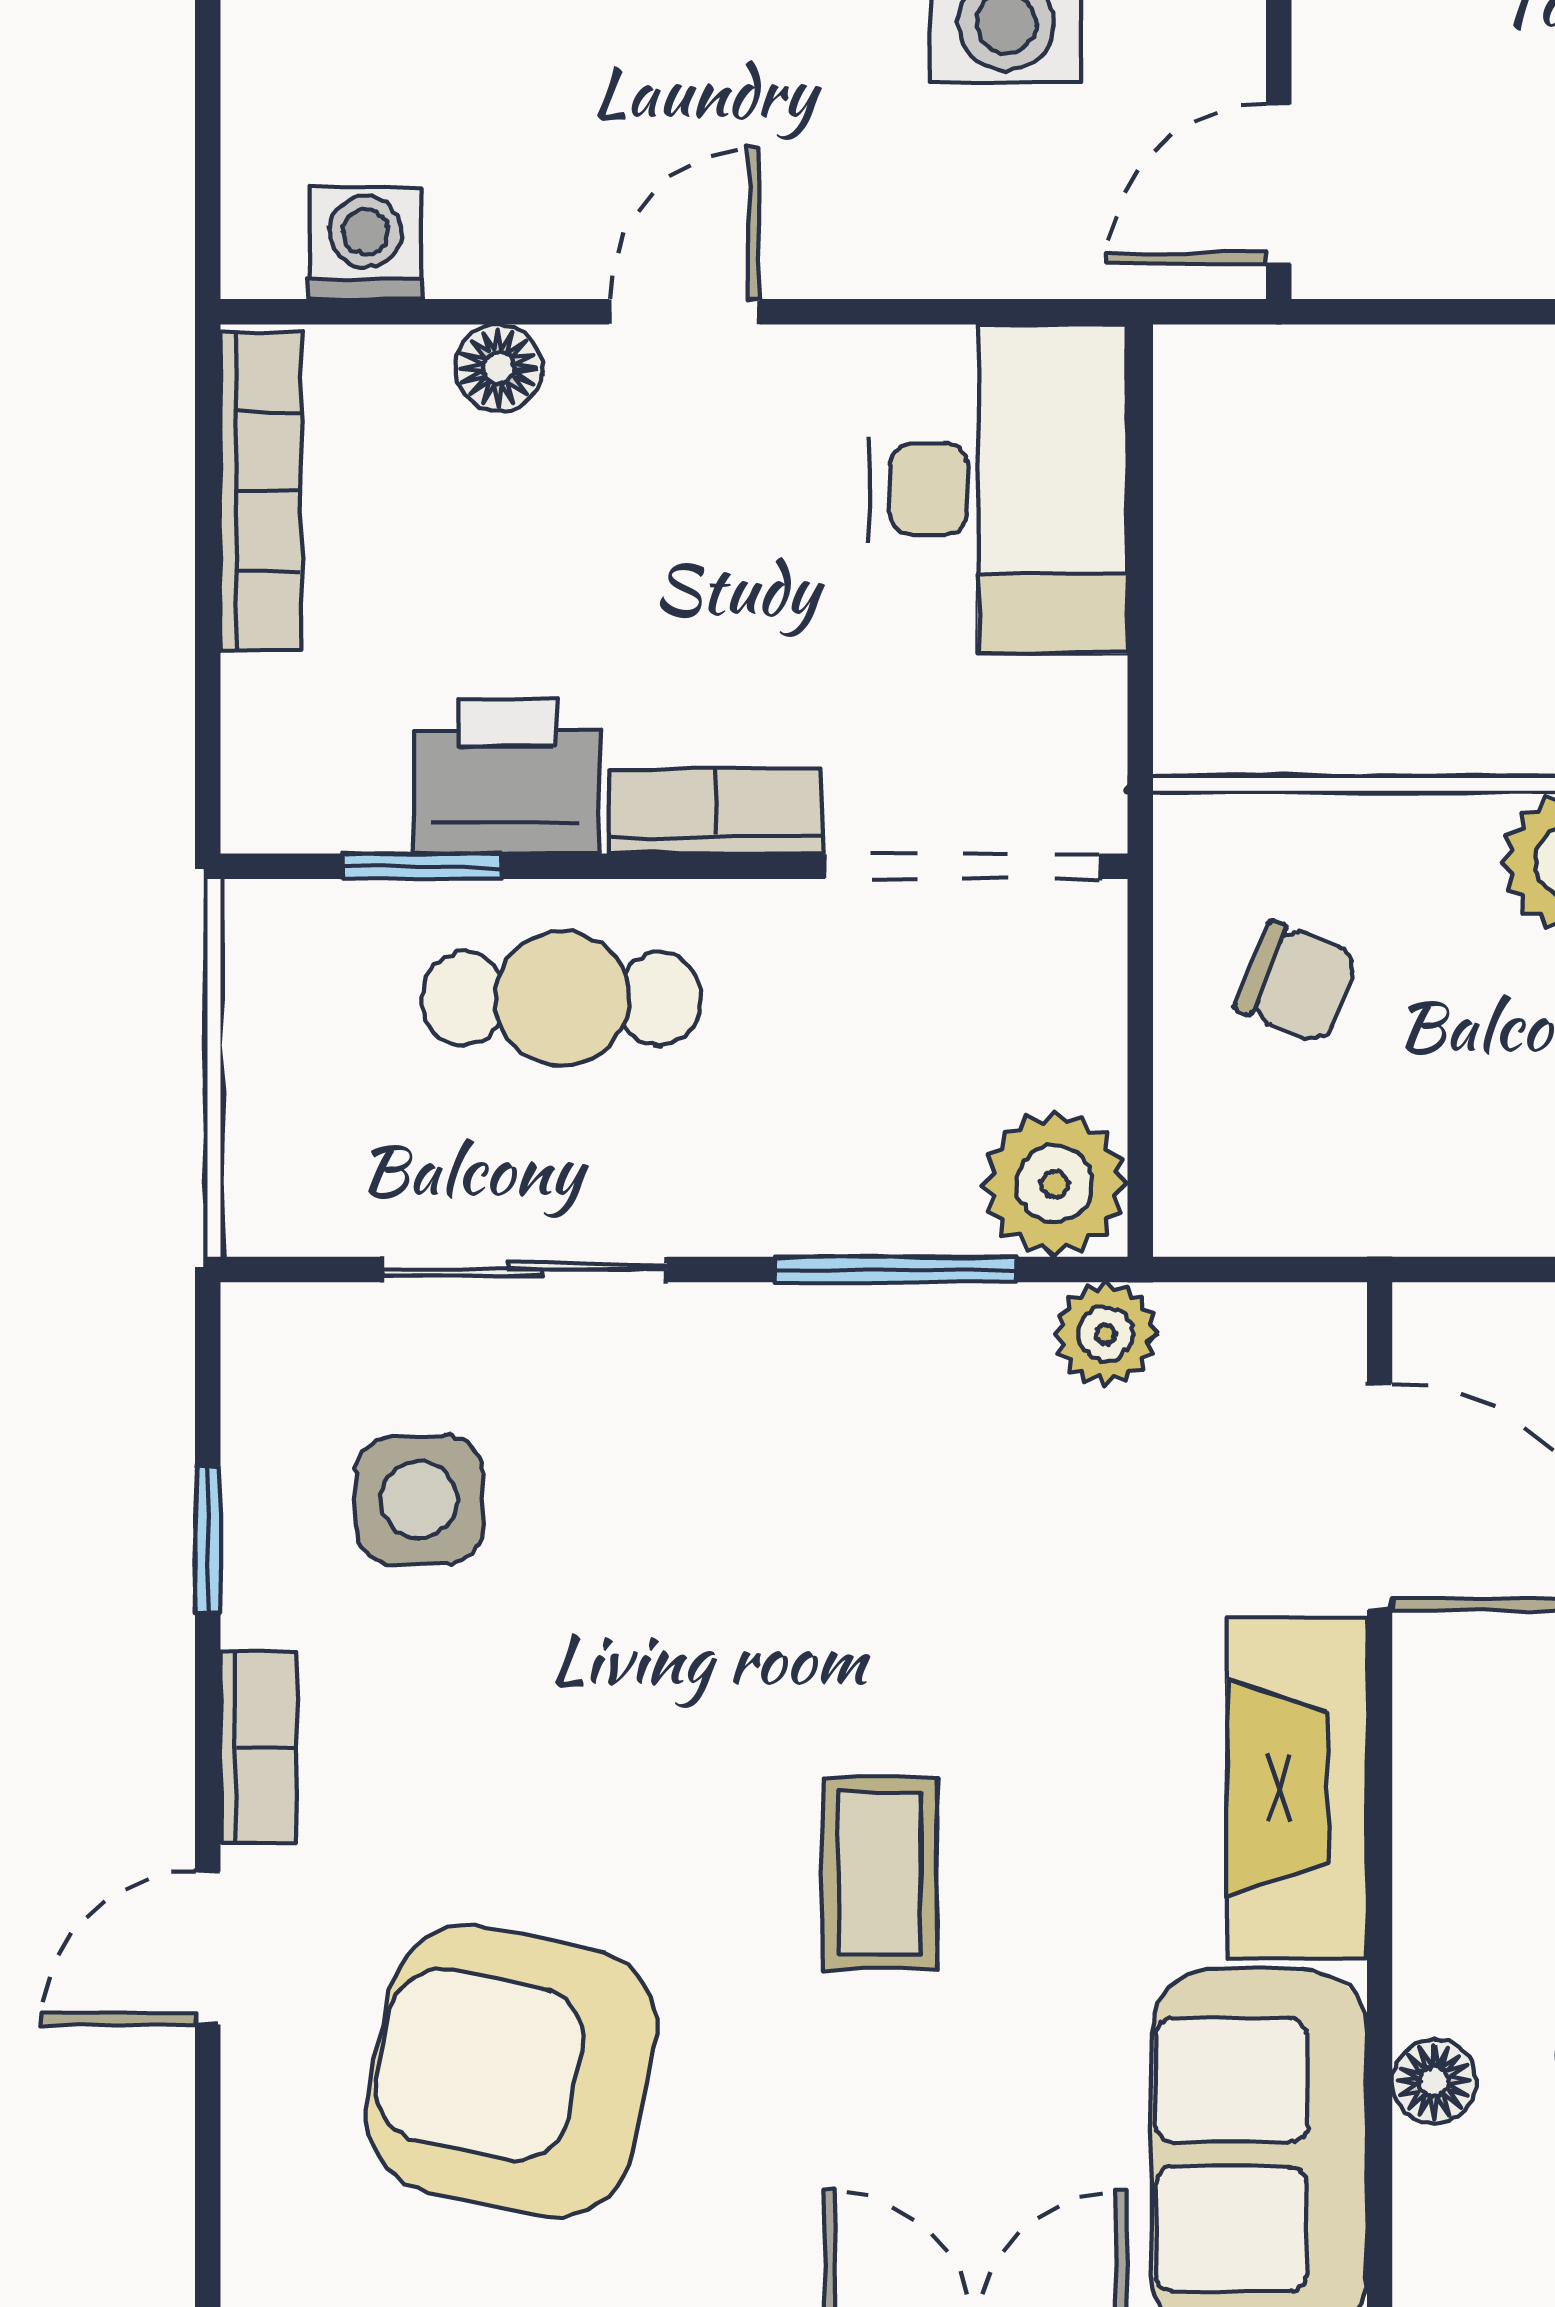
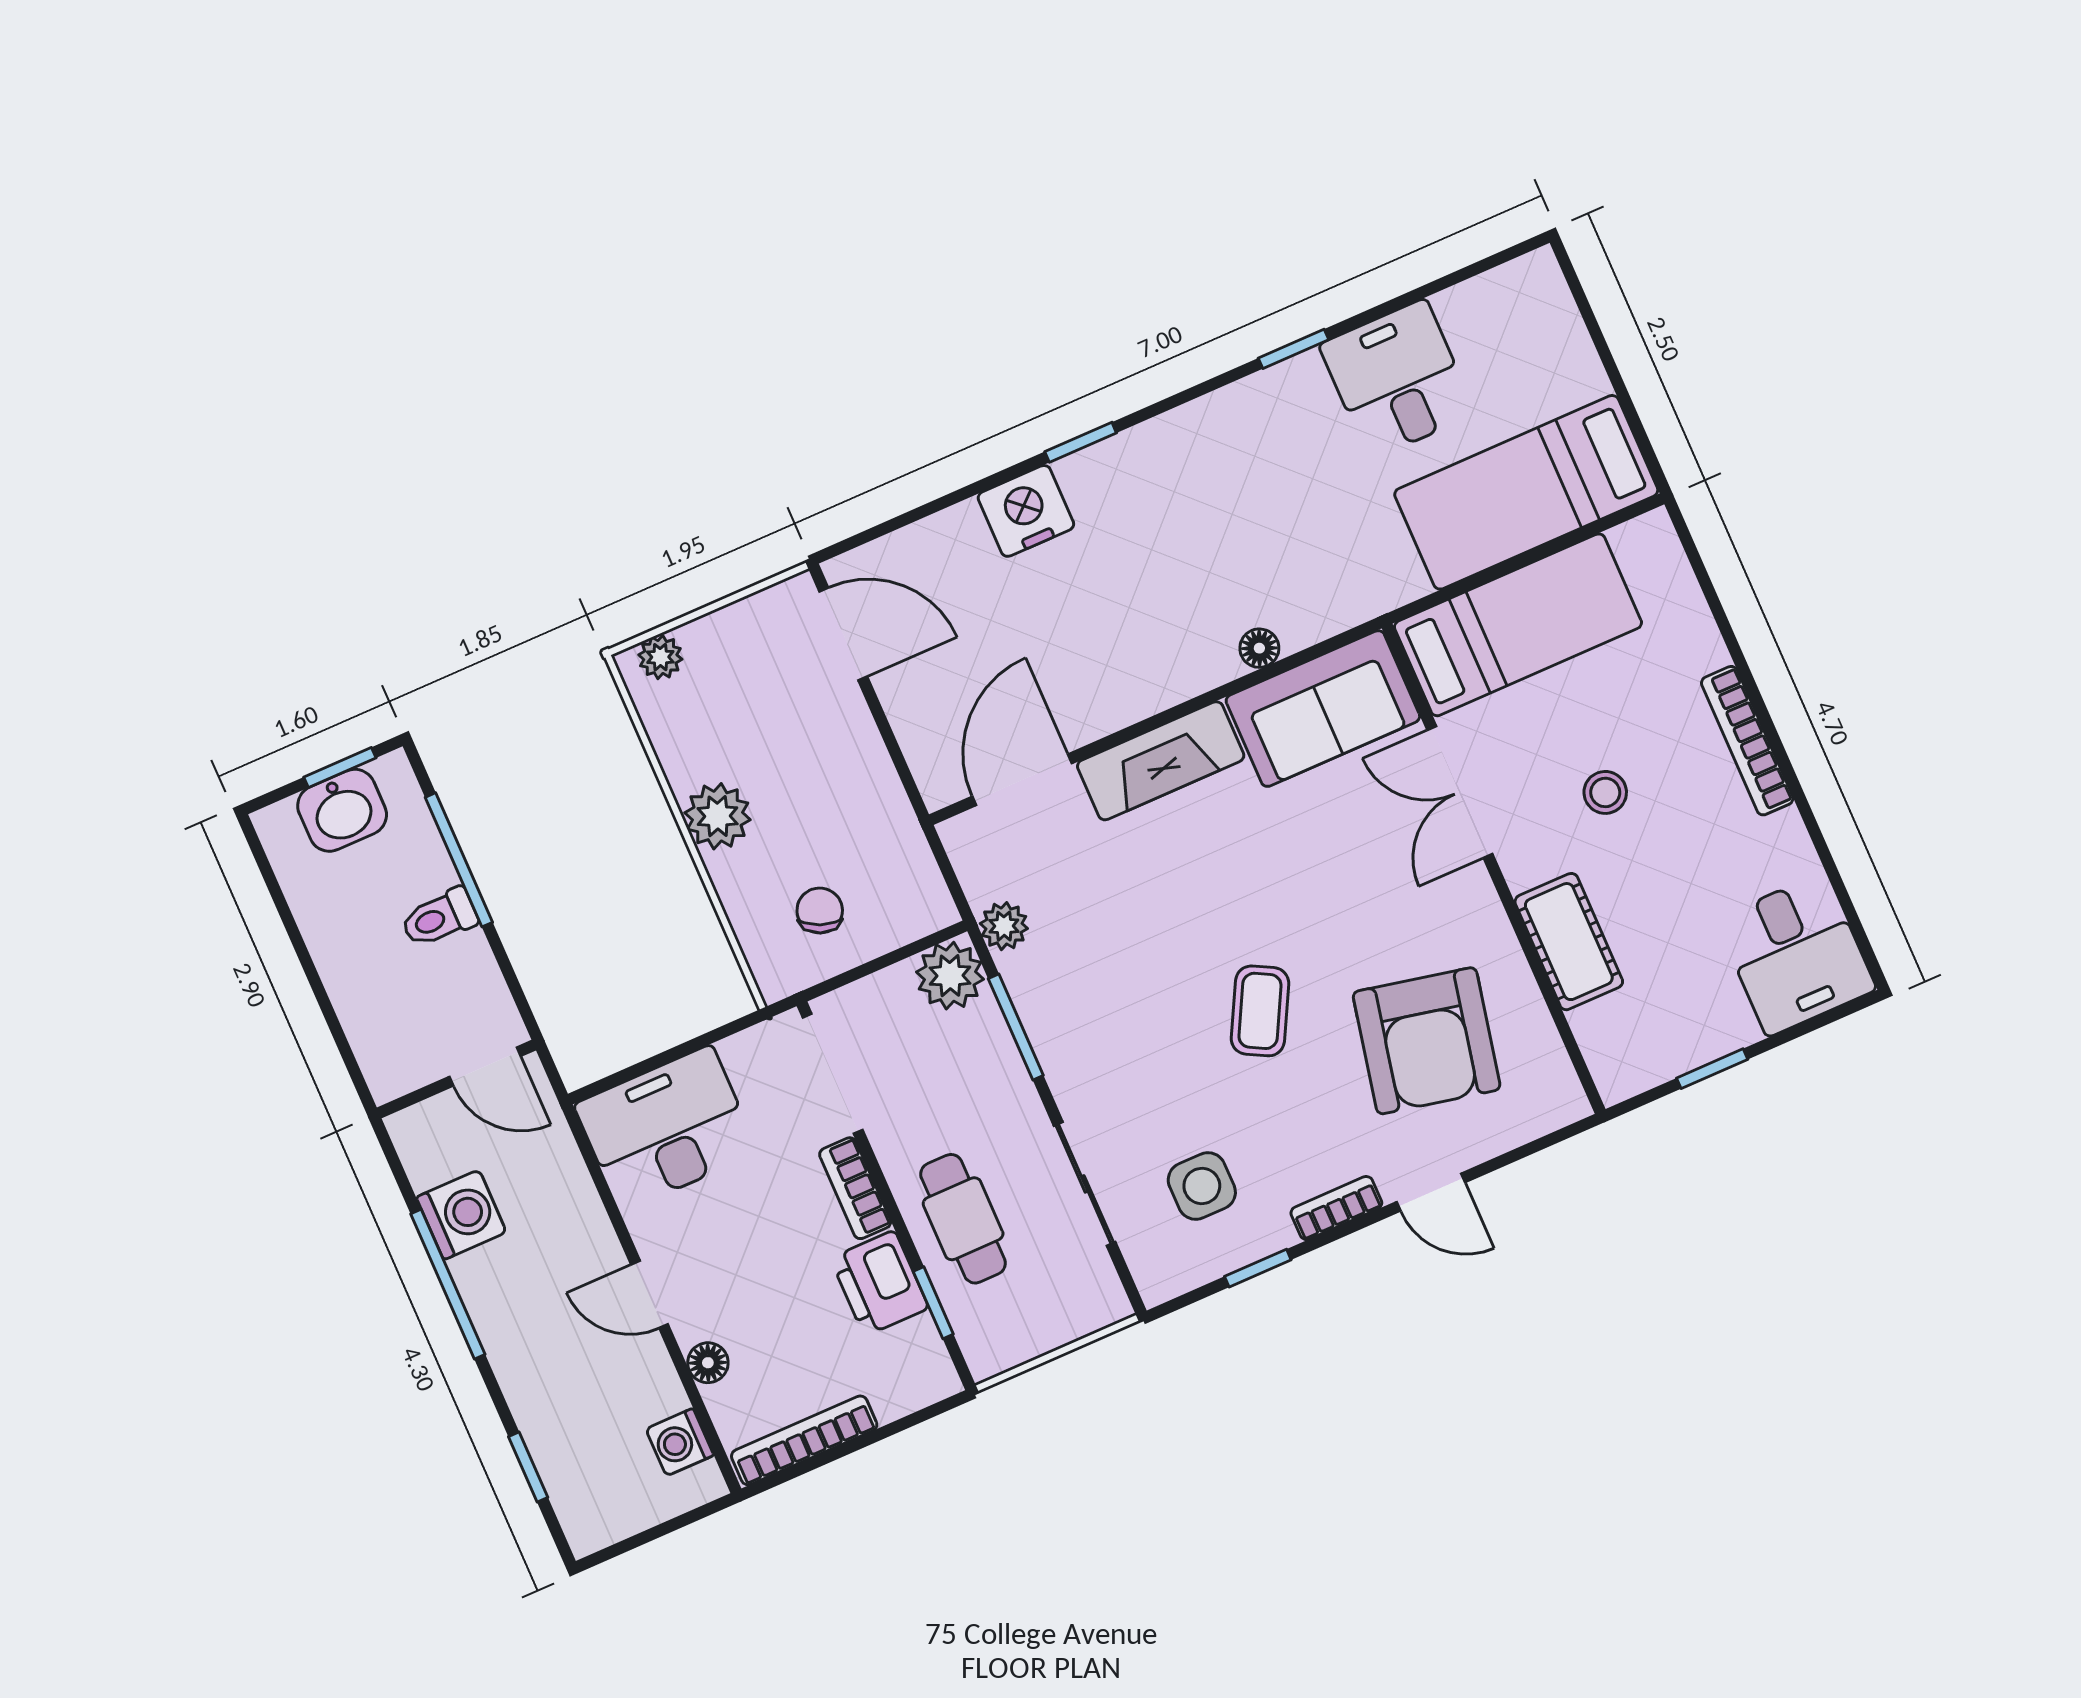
coffee table: (880, 1873) -> (1260, 1011), moved, turned -62

